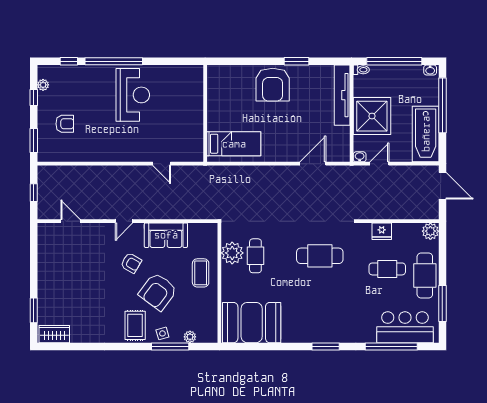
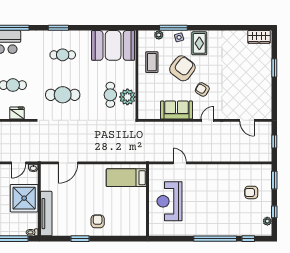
armchair: (273, 85) -> (98, 221), width x0.53, depth x0.53
reception desk: (133, 95) -> (169, 201), moved
coffee table: (201, 273) -> (152, 62), moved
window: (34, 310) -> (274, 68), moved
cafe table: (320, 310) -> (63, 55), added

